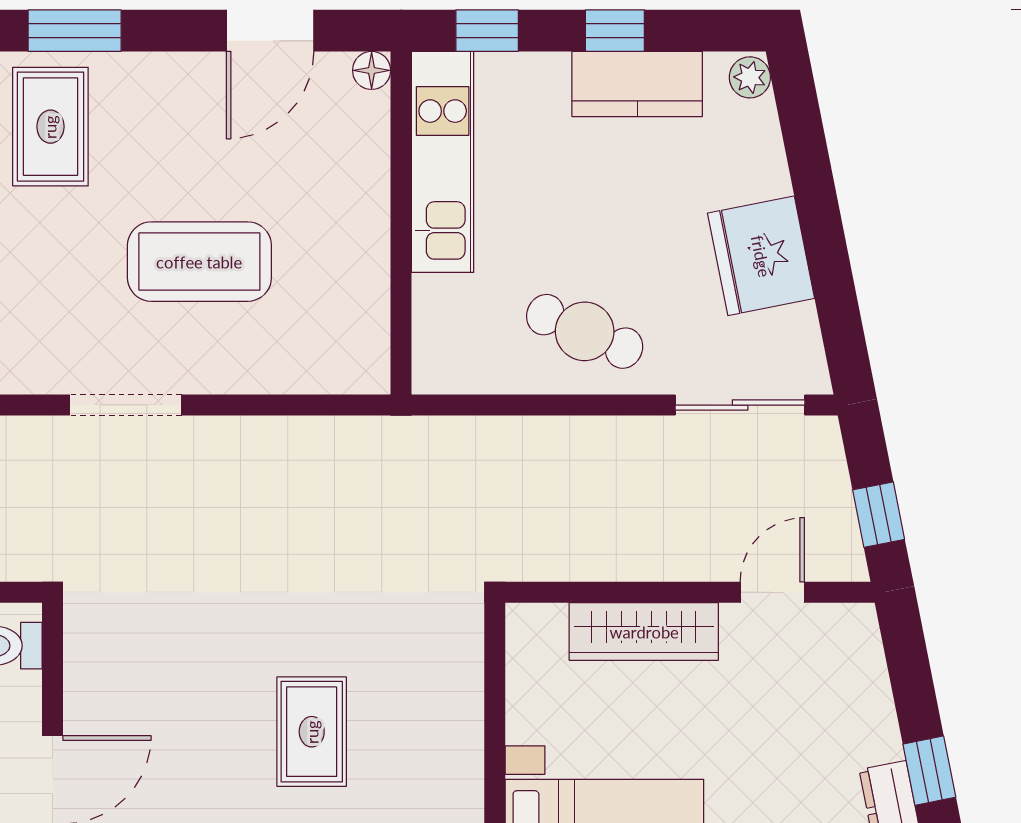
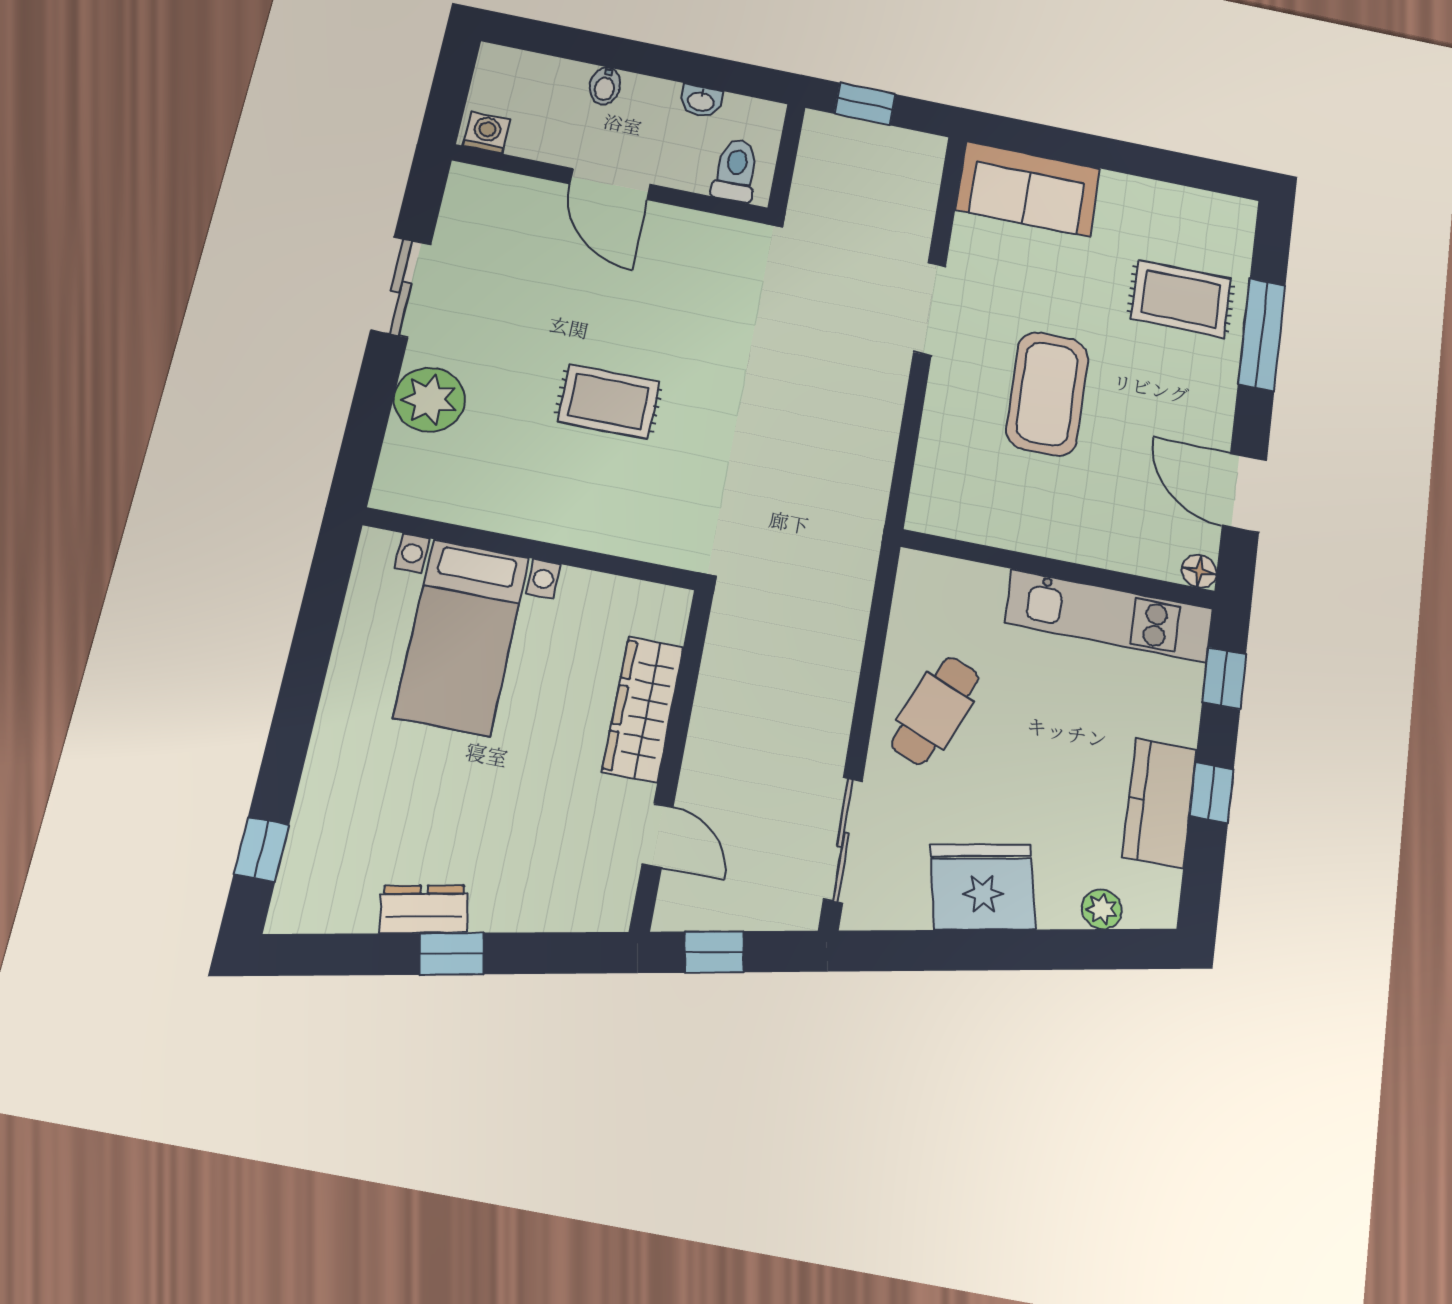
window: (75, 31) -> (1262, 335), width x1.44
plant: (750, 77) -> (1102, 909), moved

